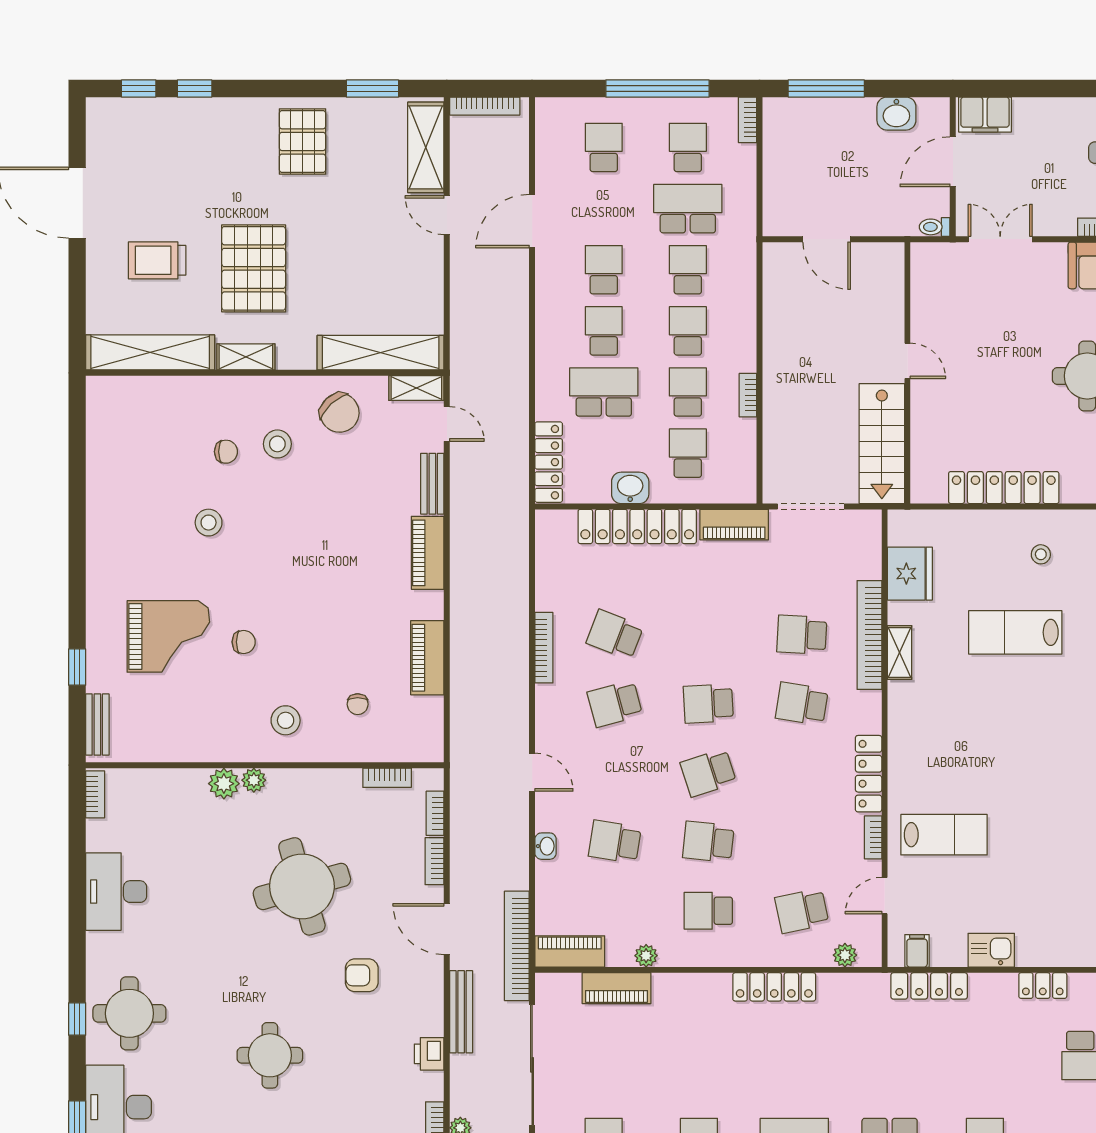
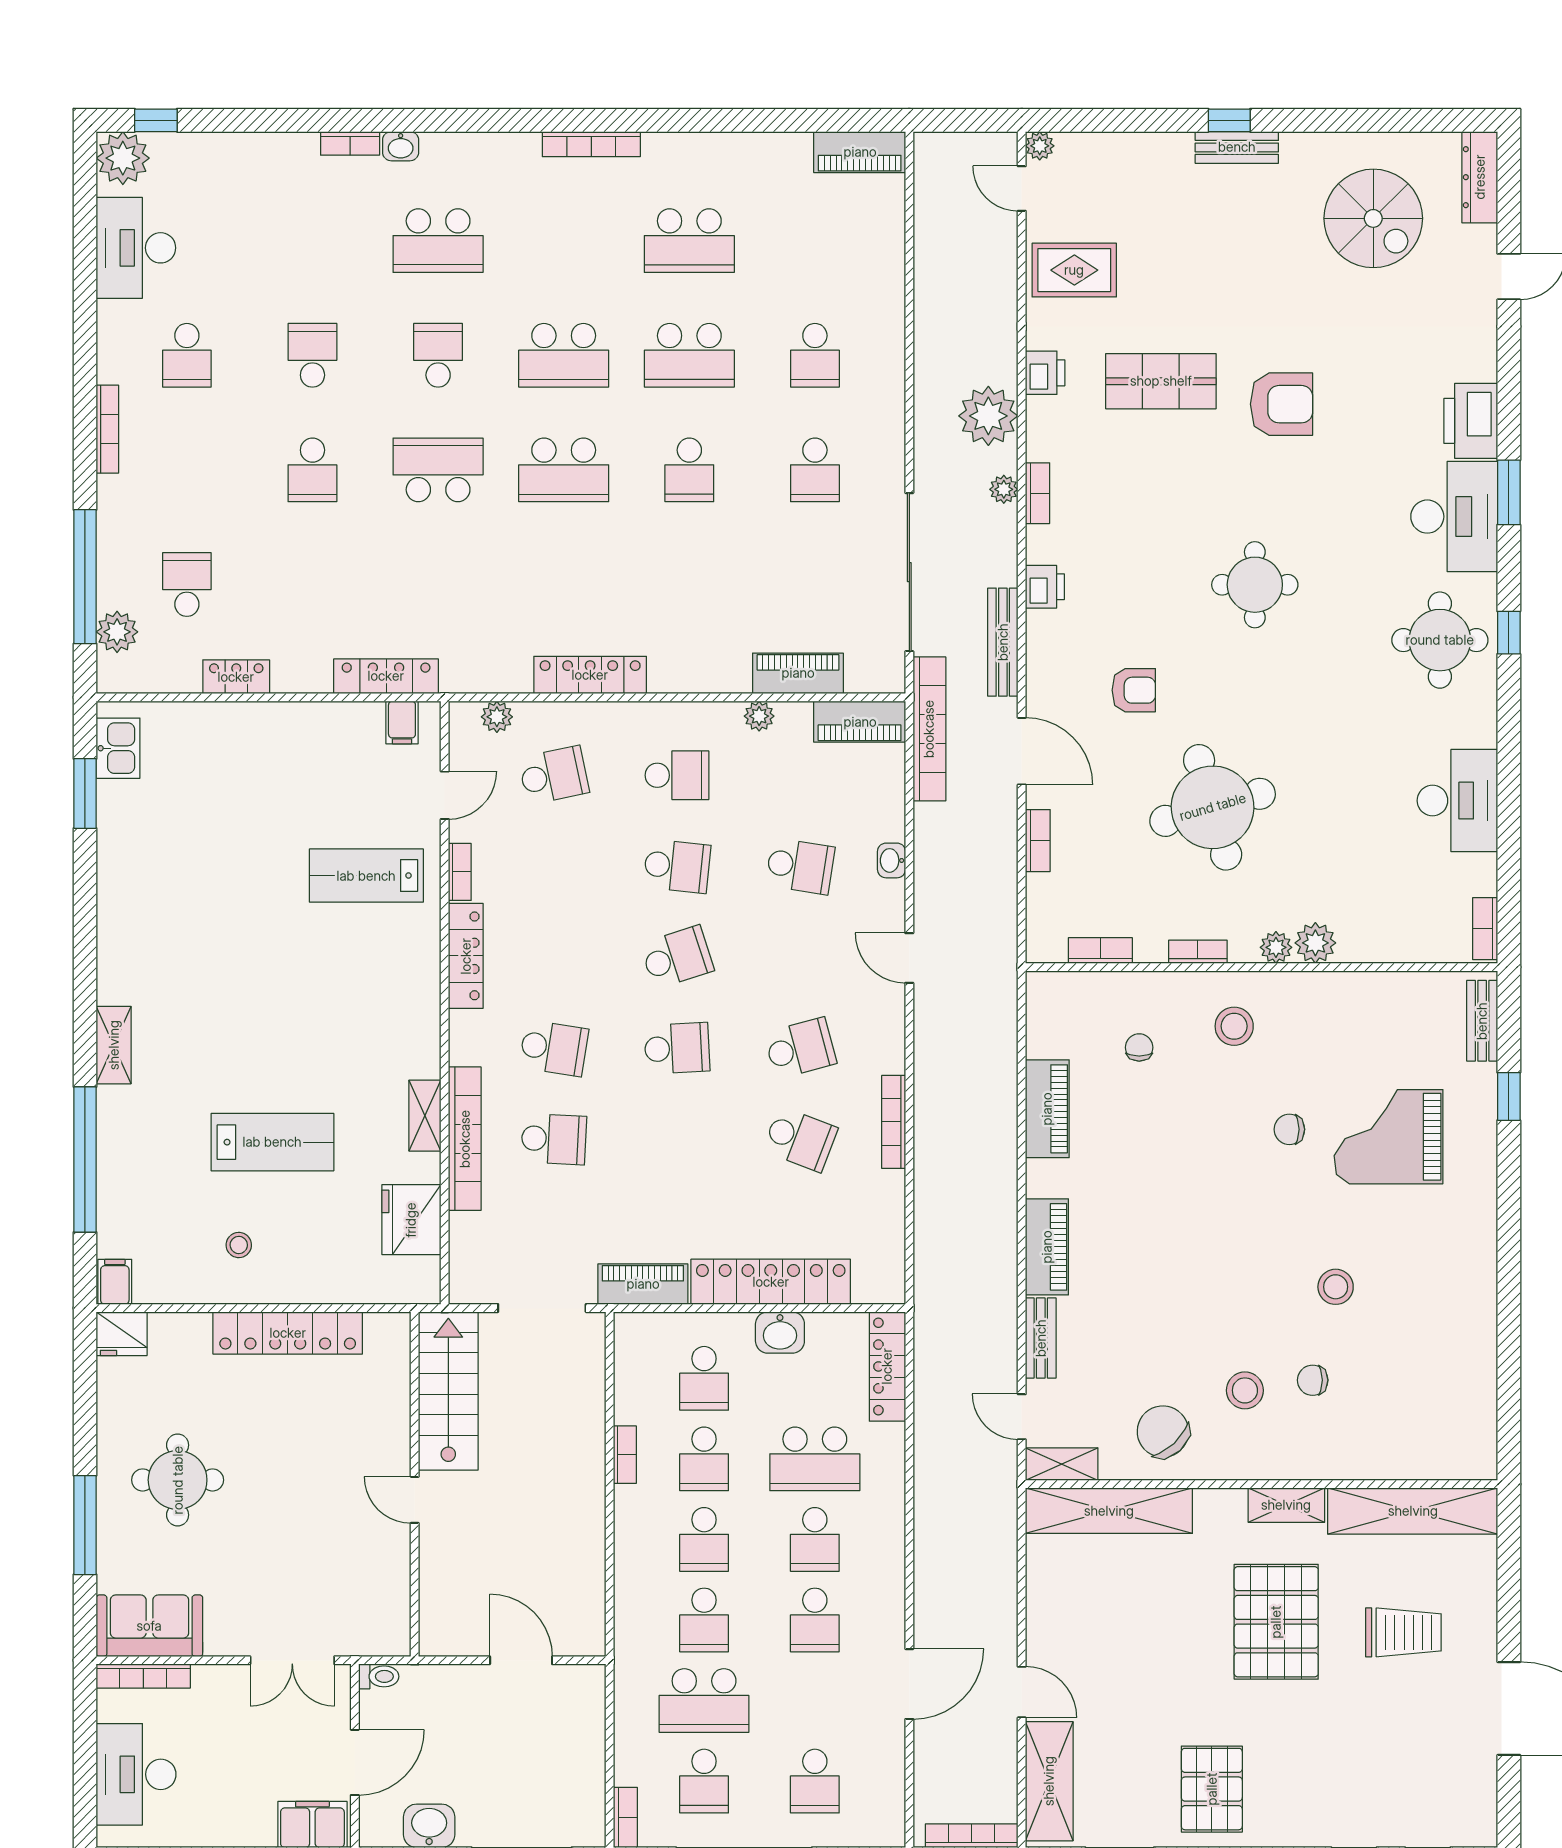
bookcase: (435, 813) -> (1198, 952), moved, turned -90
kitchen sink: (991, 950) -> (304, 723), removed

